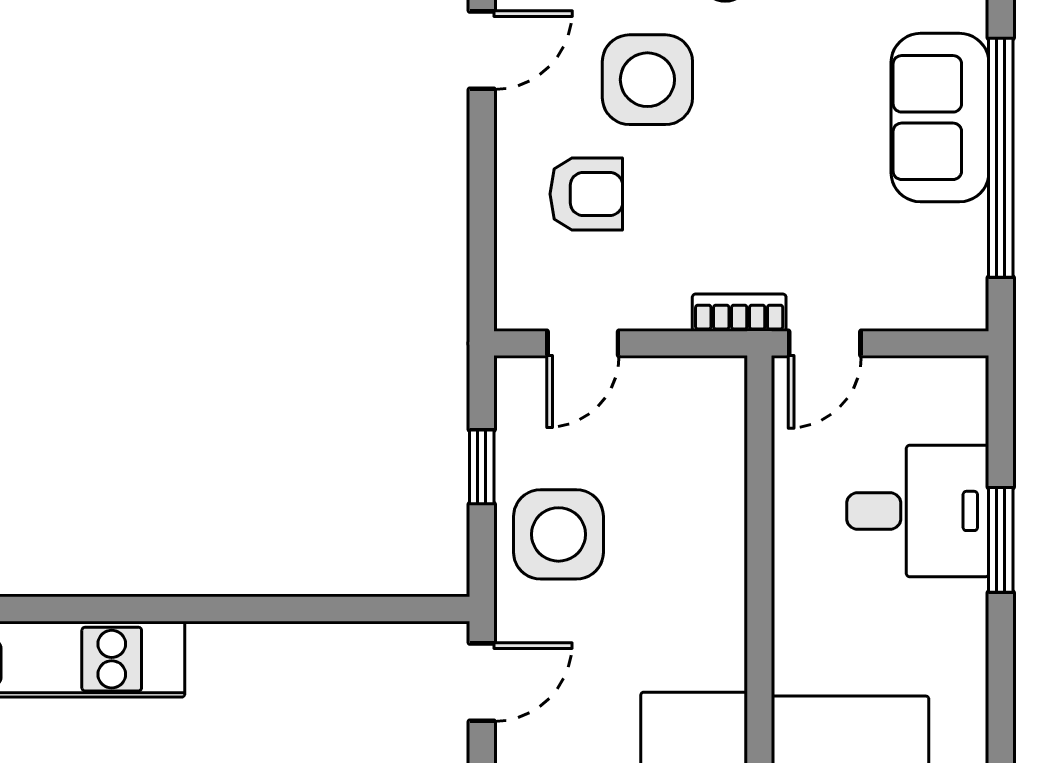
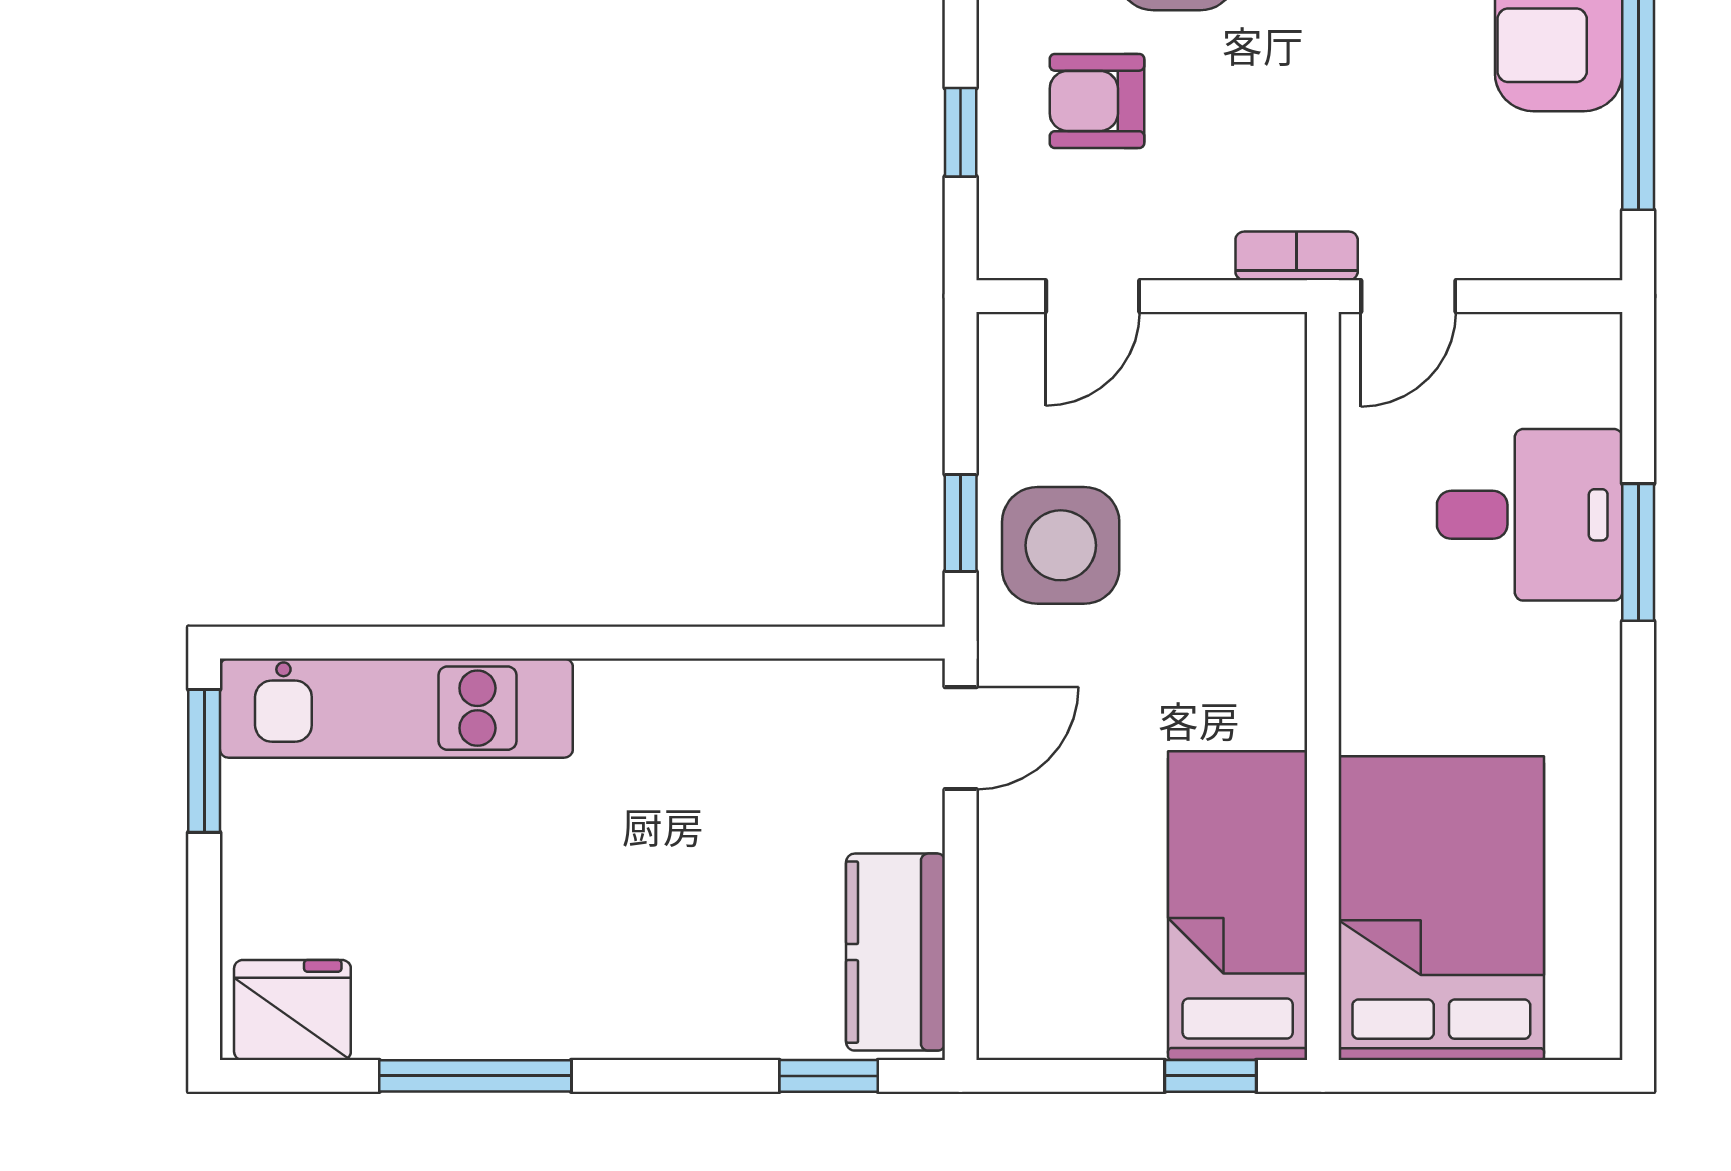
armchair: (586, 194) -> (1097, 101), turned 180
window: (482, 218) -> (961, 132), added
window: (482, 467) -> (961, 523), moved

